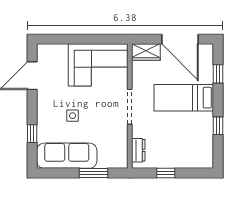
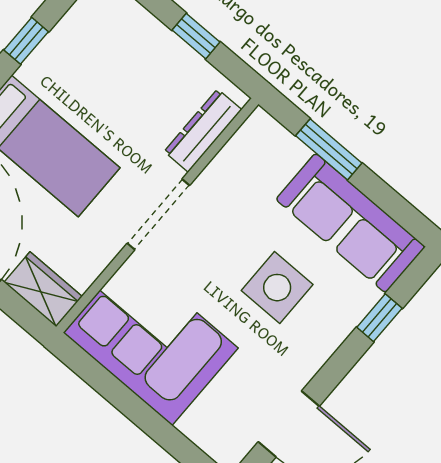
side table: (73, 116) -> (277, 288), width x1.87, depth x1.87
dresser: (138, 150) -> (203, 131), width x1.44

